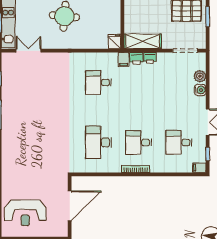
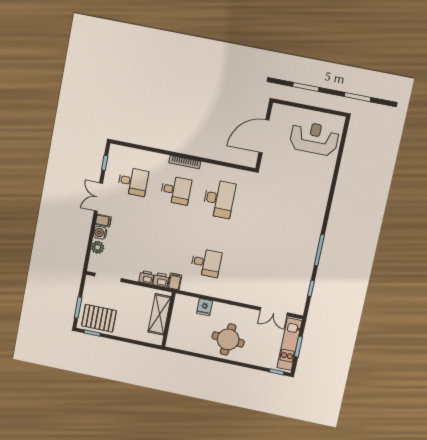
fridge: (114, 41) -> (205, 307), moved
shelving: (143, 41) -> (160, 314), moved, turned 90
filing cabinet: (199, 168) -> (103, 221), moved

